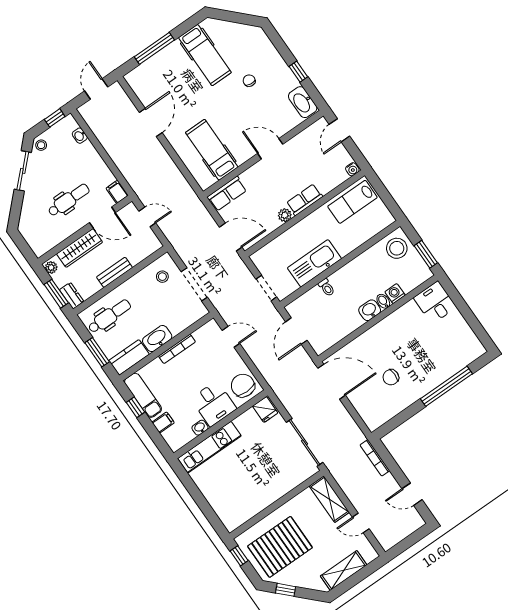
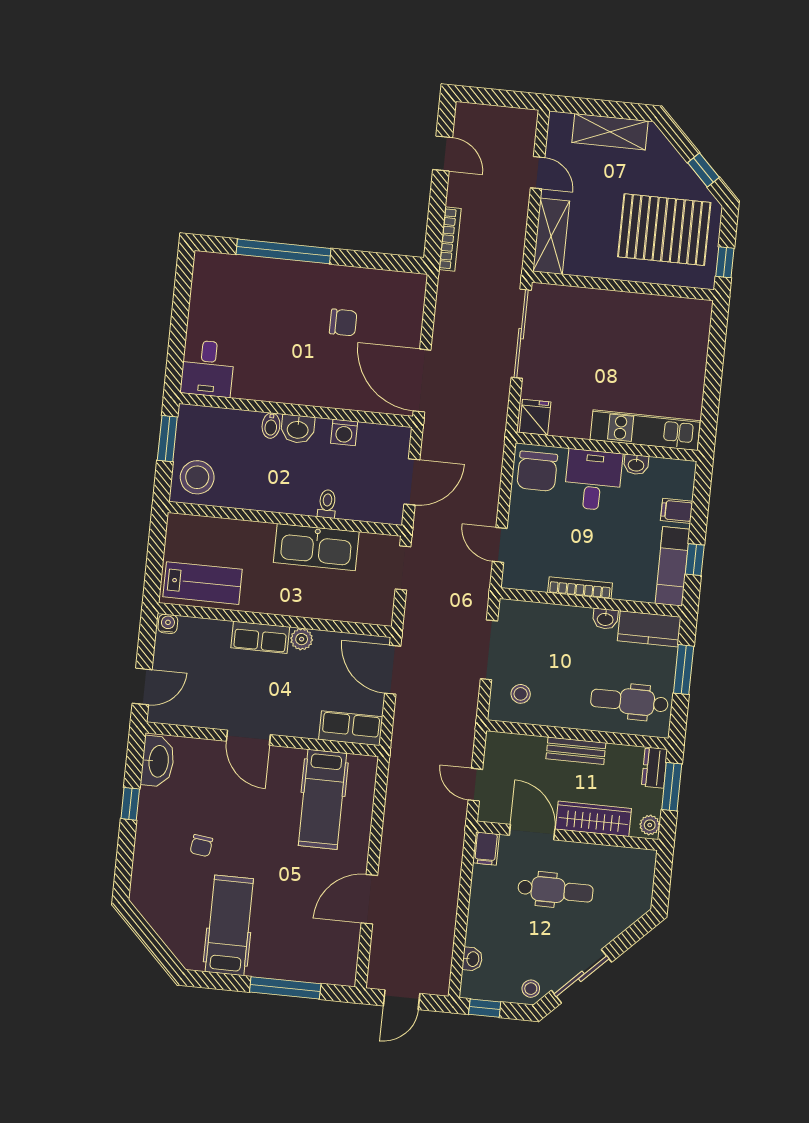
dental chair: (69, 200) -> (555, 890), turned 180
washing machine: (395, 294) -> (344, 432), moved
washbasin: (157, 339) -> (605, 619), width x0.52, depth x0.69

